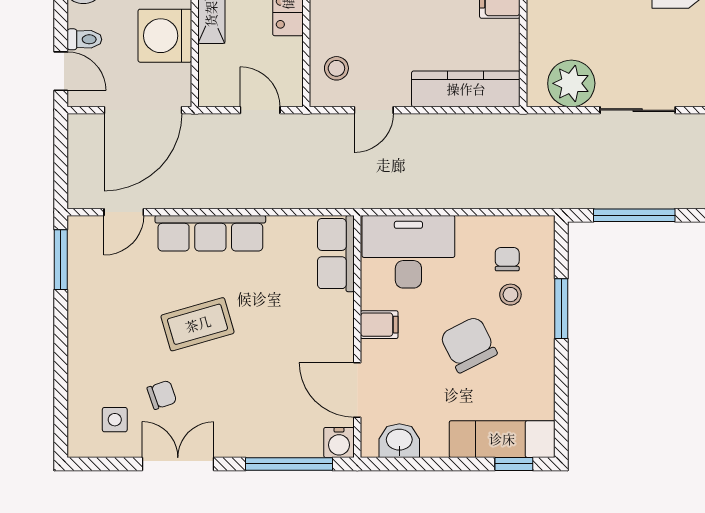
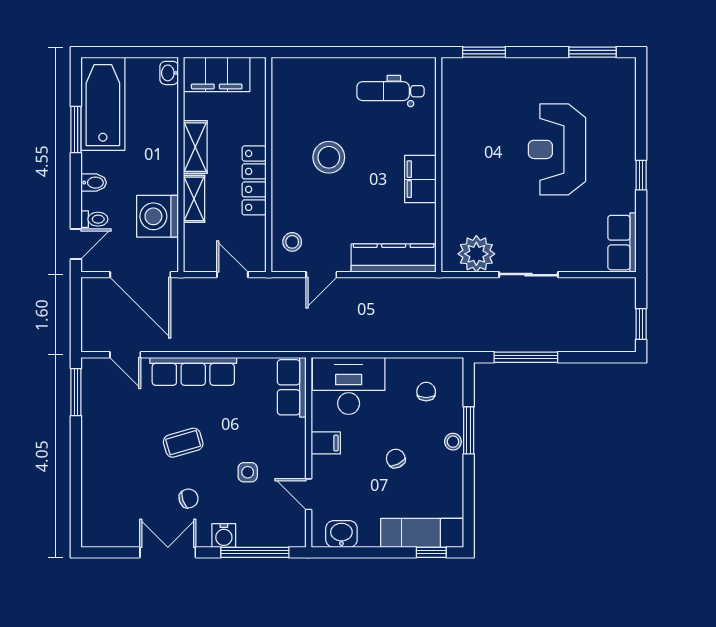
door: (61, 71) -> (76, 244), hinge flipped
door: (143, 110) -> (140, 275), hinge flipped
door: (124, 212) -> (125, 355), hinge flipped
stool: (510, 295) -> (453, 442), moved
coffee table: (198, 324) -> (183, 443), width x0.73, depth x0.77
chair: (468, 344) -> (396, 459), width x0.54, depth x0.54
door: (357, 390) -> (309, 494), width x0.73
chair: (162, 395) -> (189, 498), moved
side table: (115, 420) -> (248, 472), moved
water cooler: (339, 442) -> (224, 535), moved

